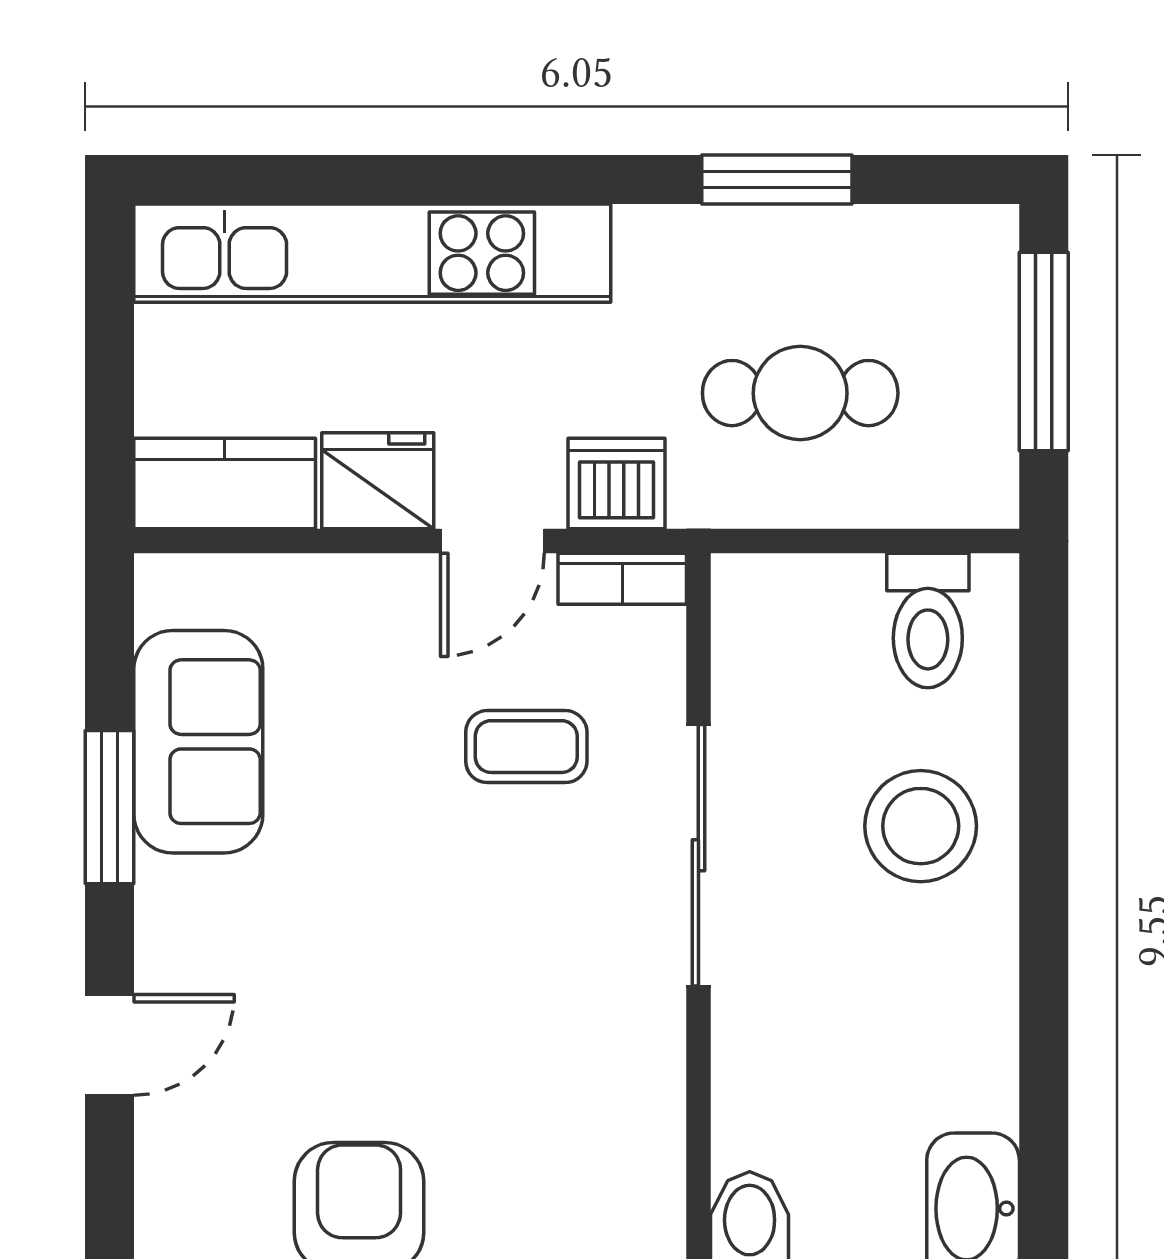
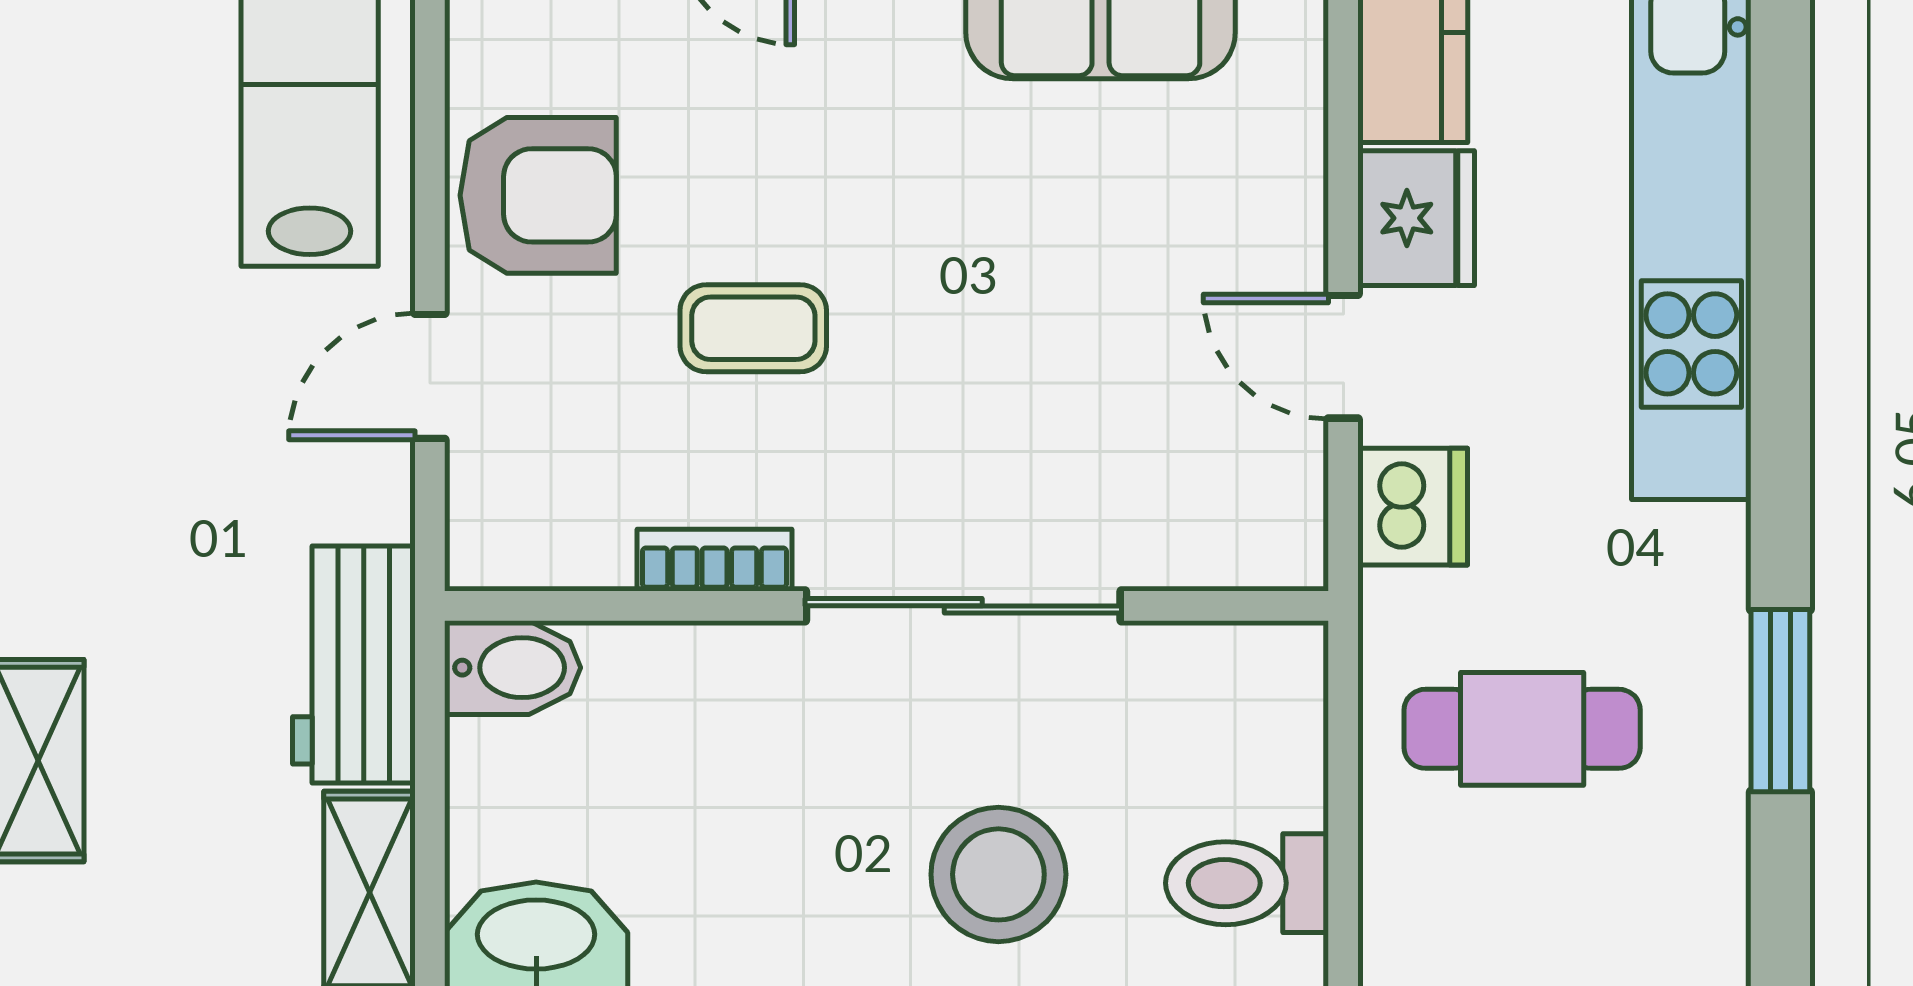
cafe table: (800, 393) -> (1522, 729), turned 90
bookcase: (622, 579) -> (714, 560), moved, turned 90
coffee table: (526, 747) -> (753, 328), moved, turned 90

